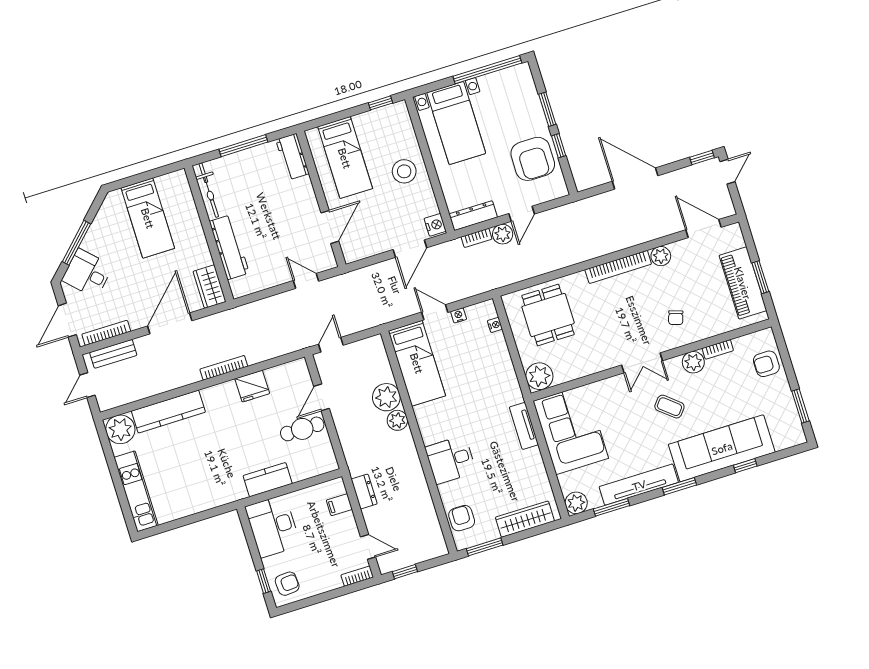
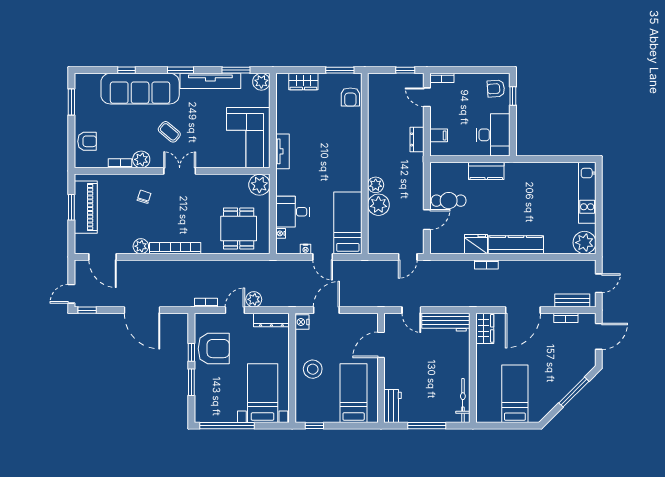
armchair: (533, 159) -> (214, 349), turned 90
bookcase: (477, 238) -> (206, 303), moved
workbench: (229, 247) -> (446, 322), moved, turned -90
desk: (87, 273) -> (573, 367), removed
bookcase: (106, 333) -> (566, 318), width x0.64
bookcase: (224, 368) -> (486, 264), width x0.64
kitchen counter: (168, 412) -> (516, 245), moved
desk: (451, 460) -> (293, 212), moved, turned 180
wardrobe: (525, 519) -> (303, 82), width x0.67

